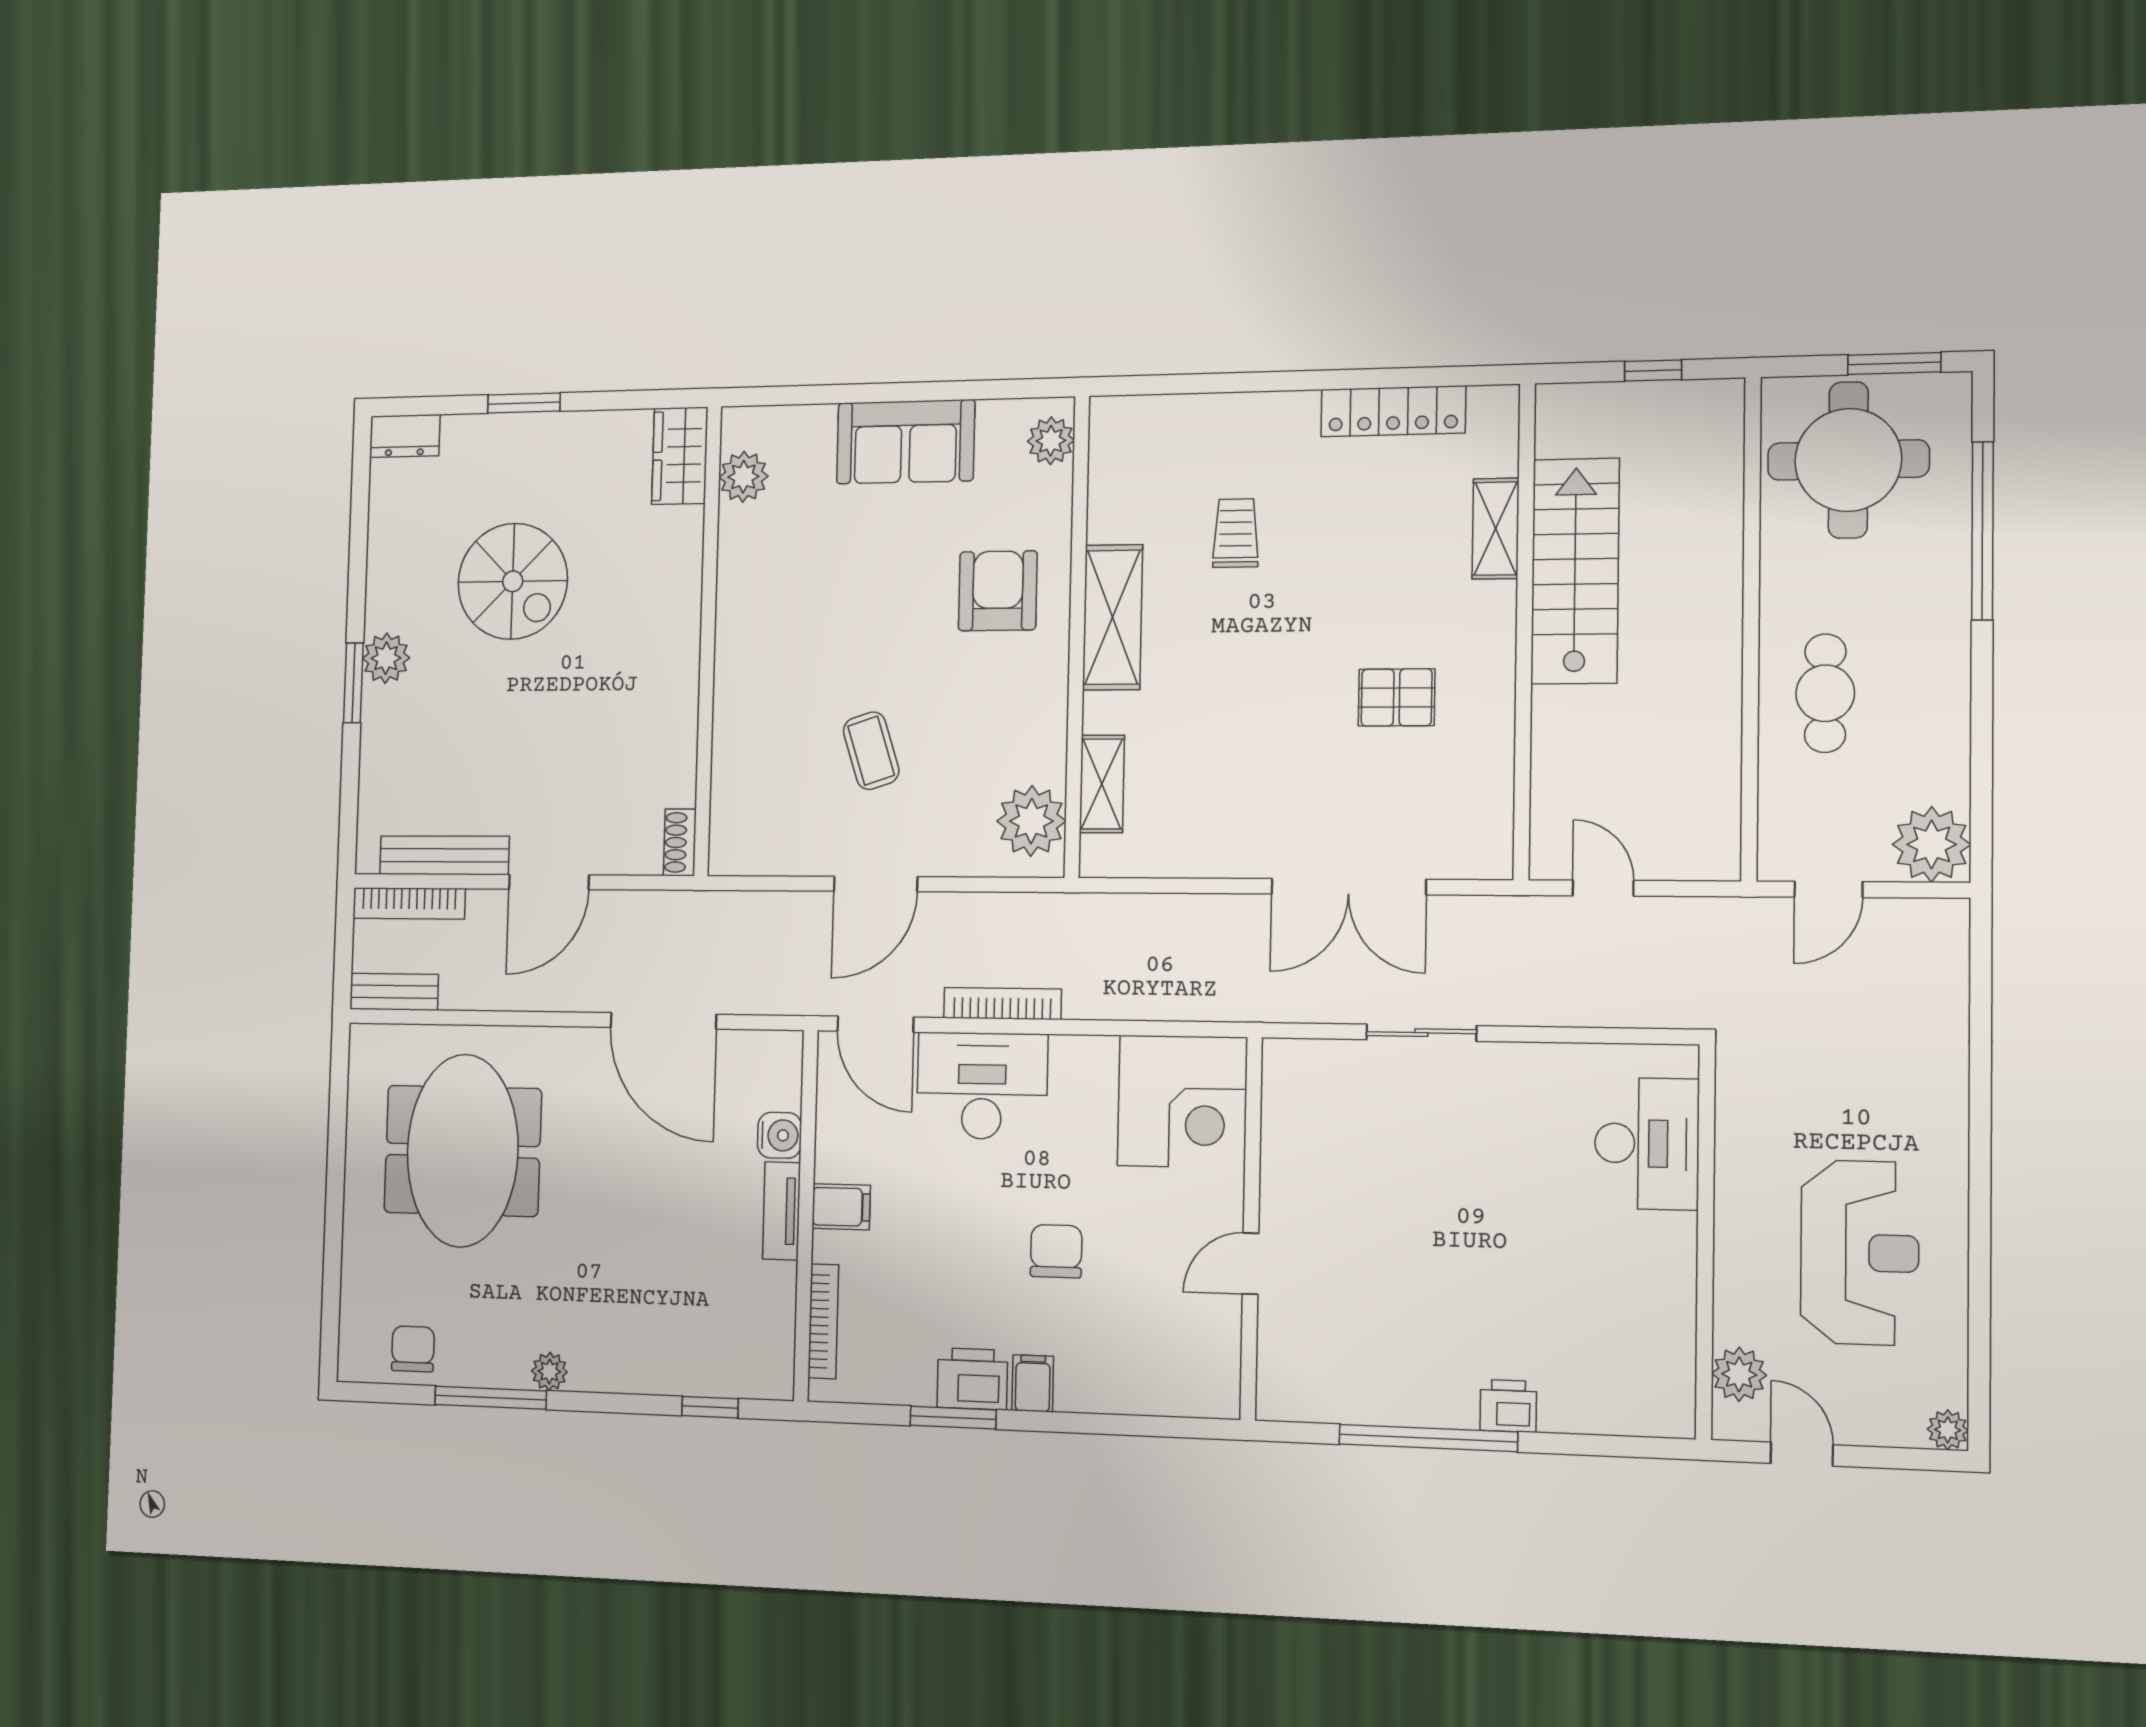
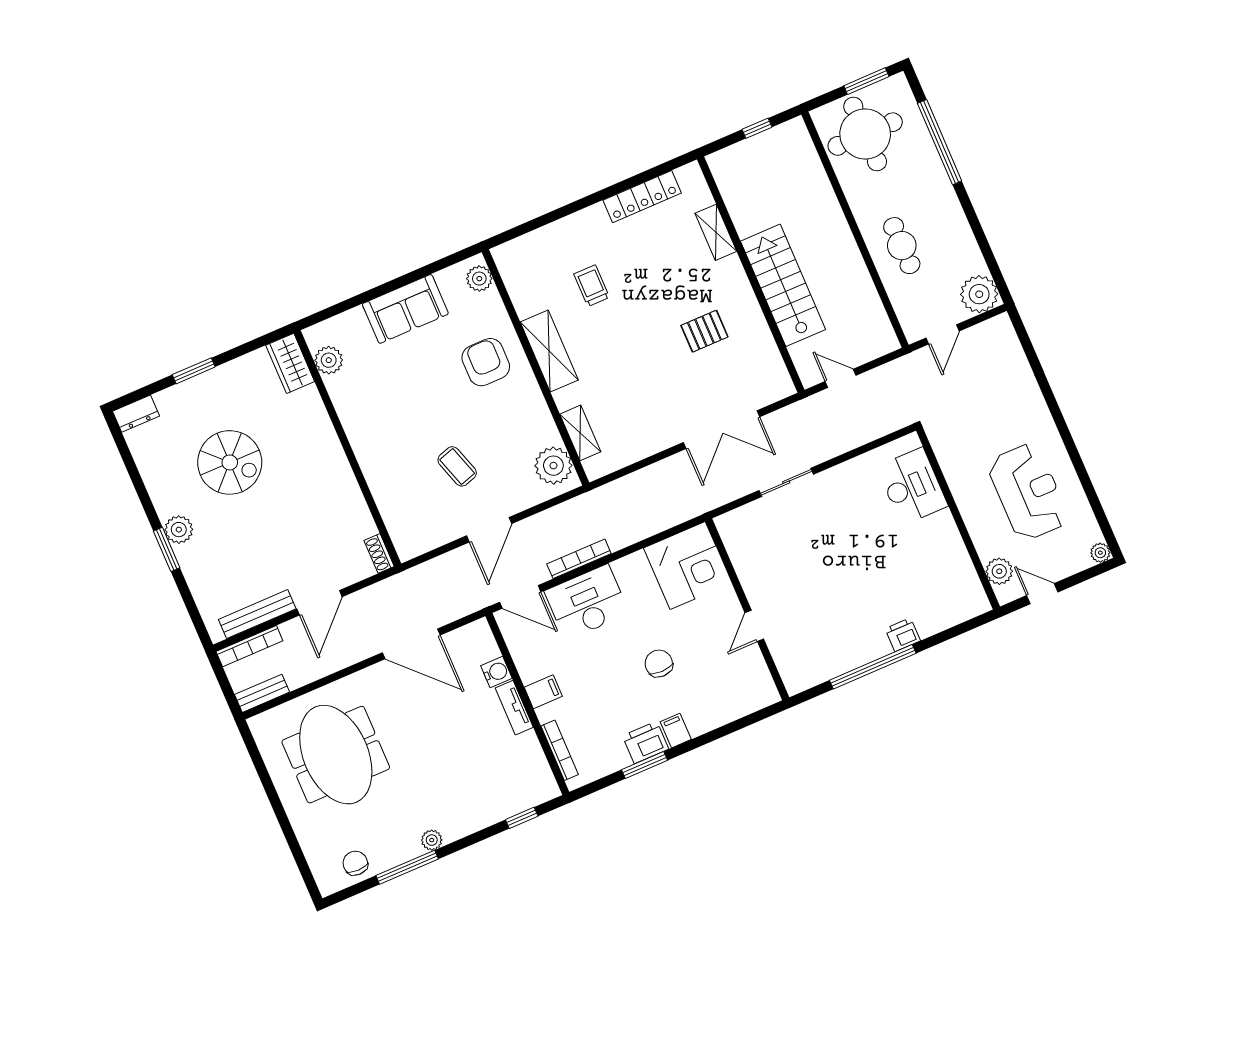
stairs: (1575, 571) -> (783, 285), moved

